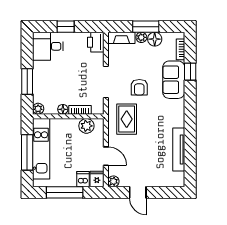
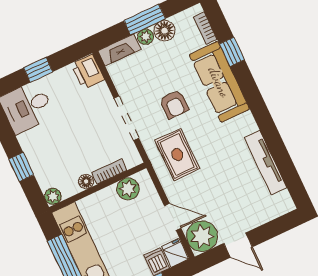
sofa: (174, 80) -> (219, 82), width x1.36
window: (27, 82) -> (21, 167), width x0.67
plant: (113, 181) -> (202, 236), width x1.88, depth x1.88

